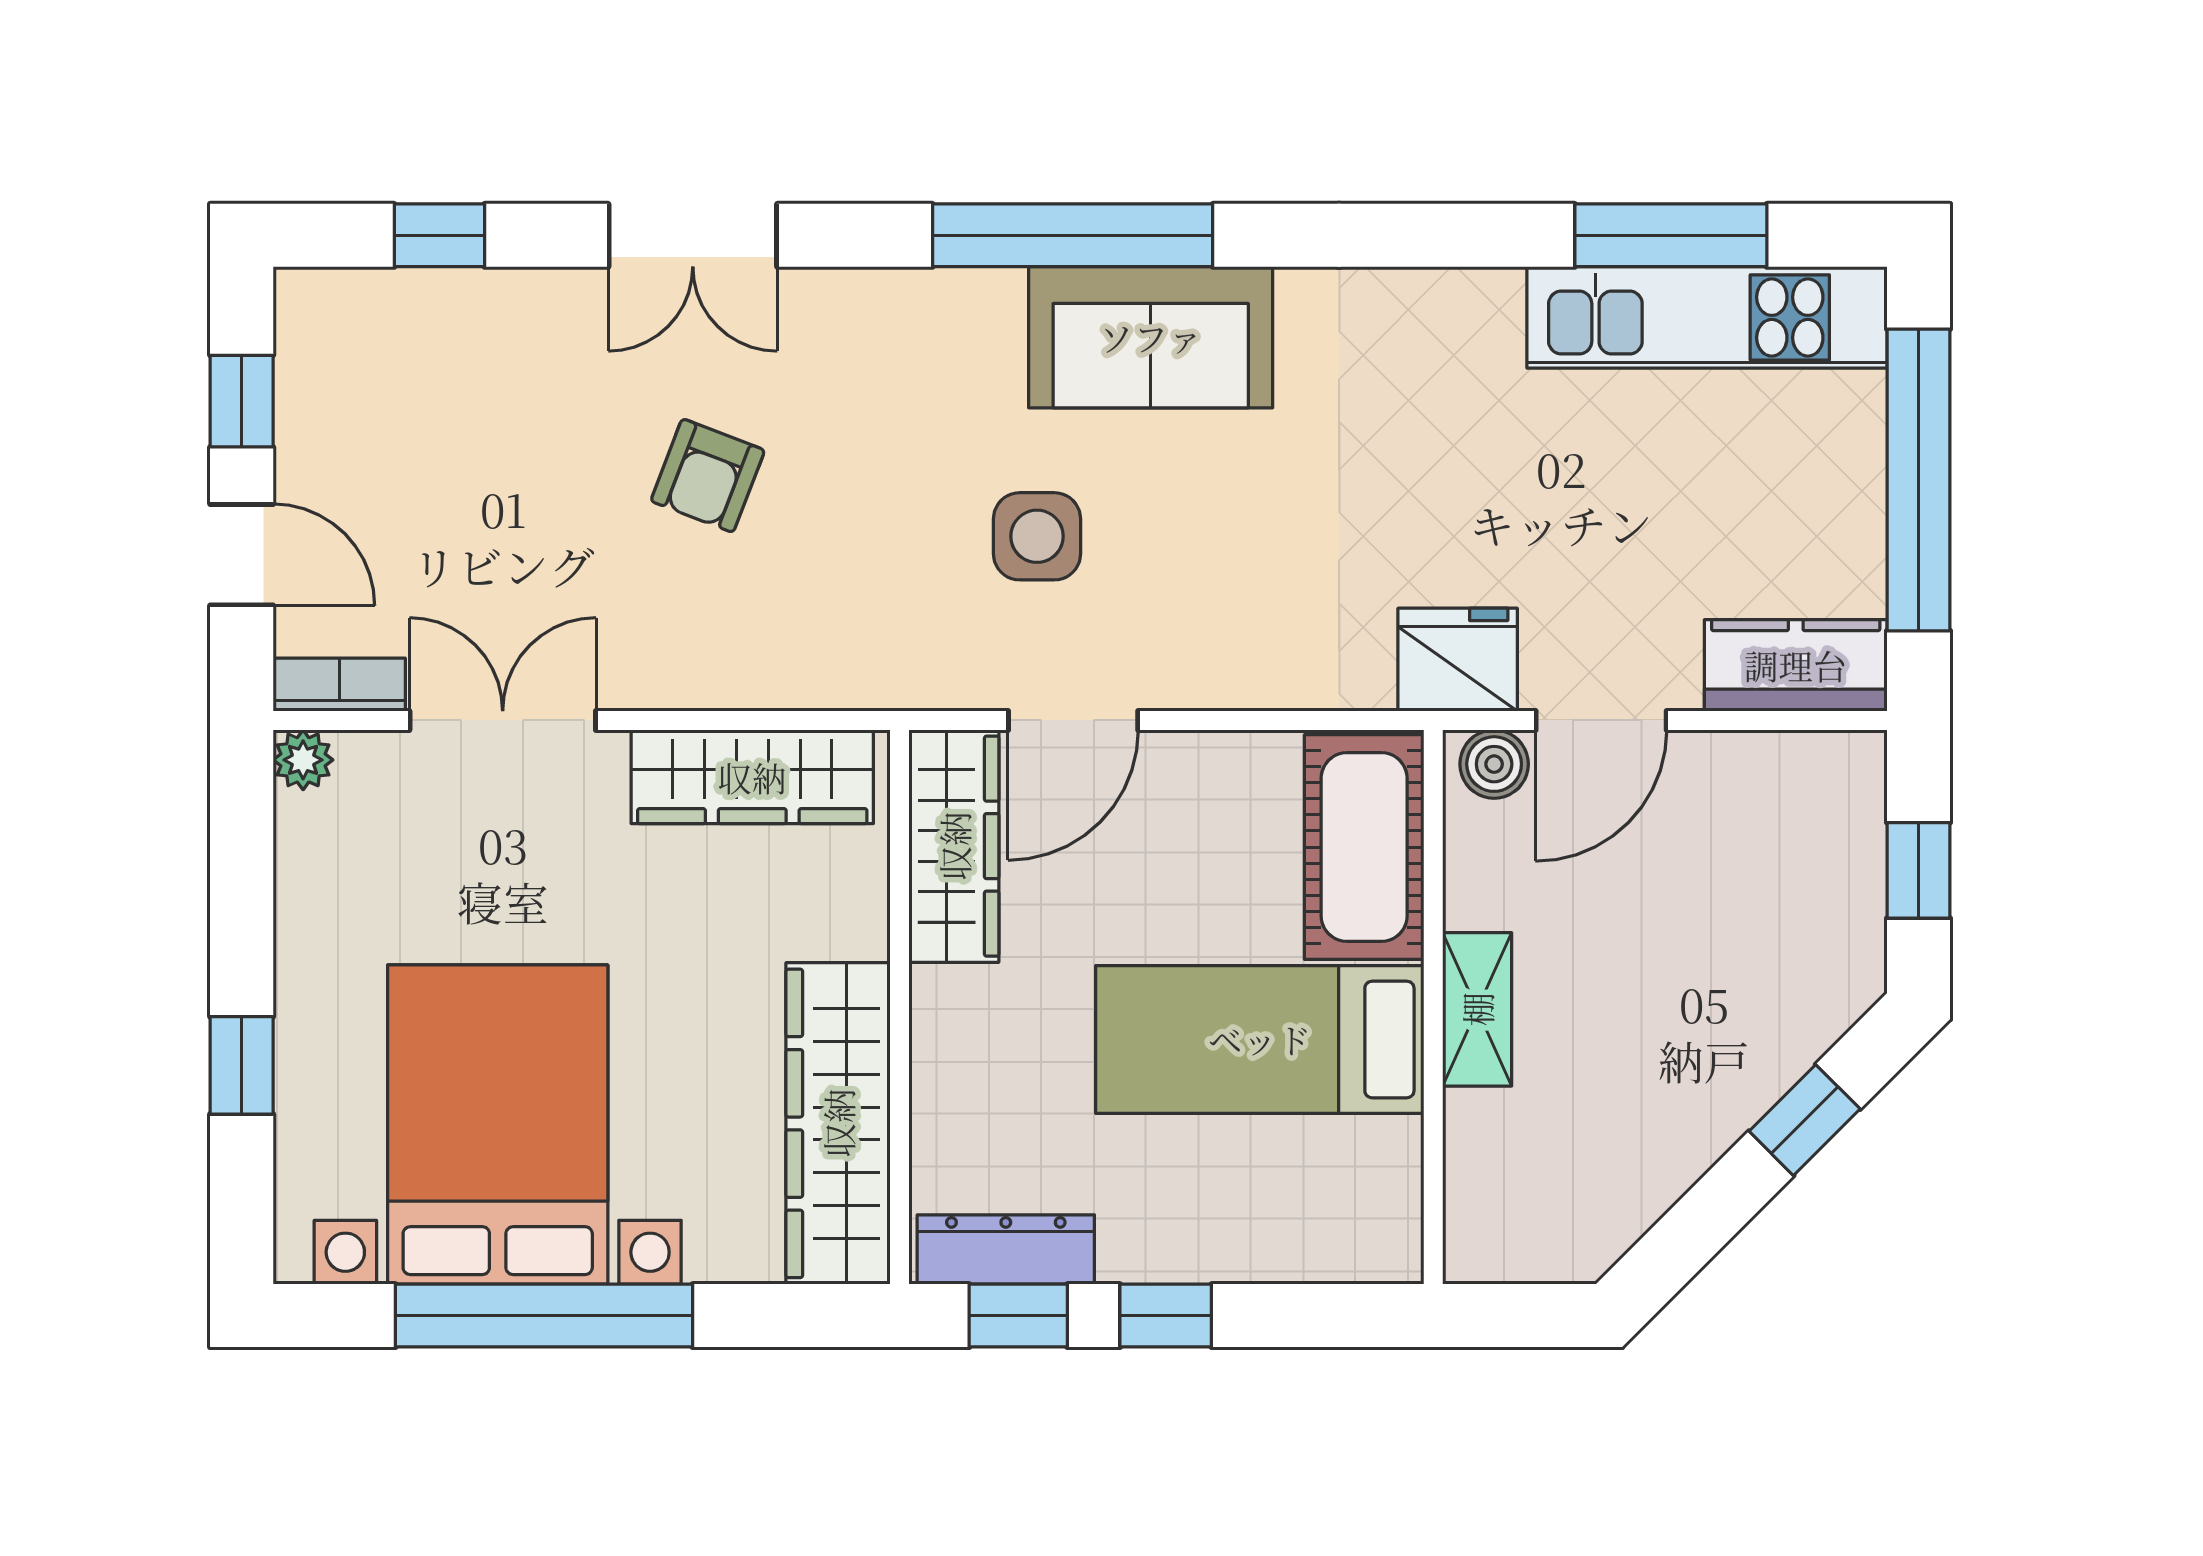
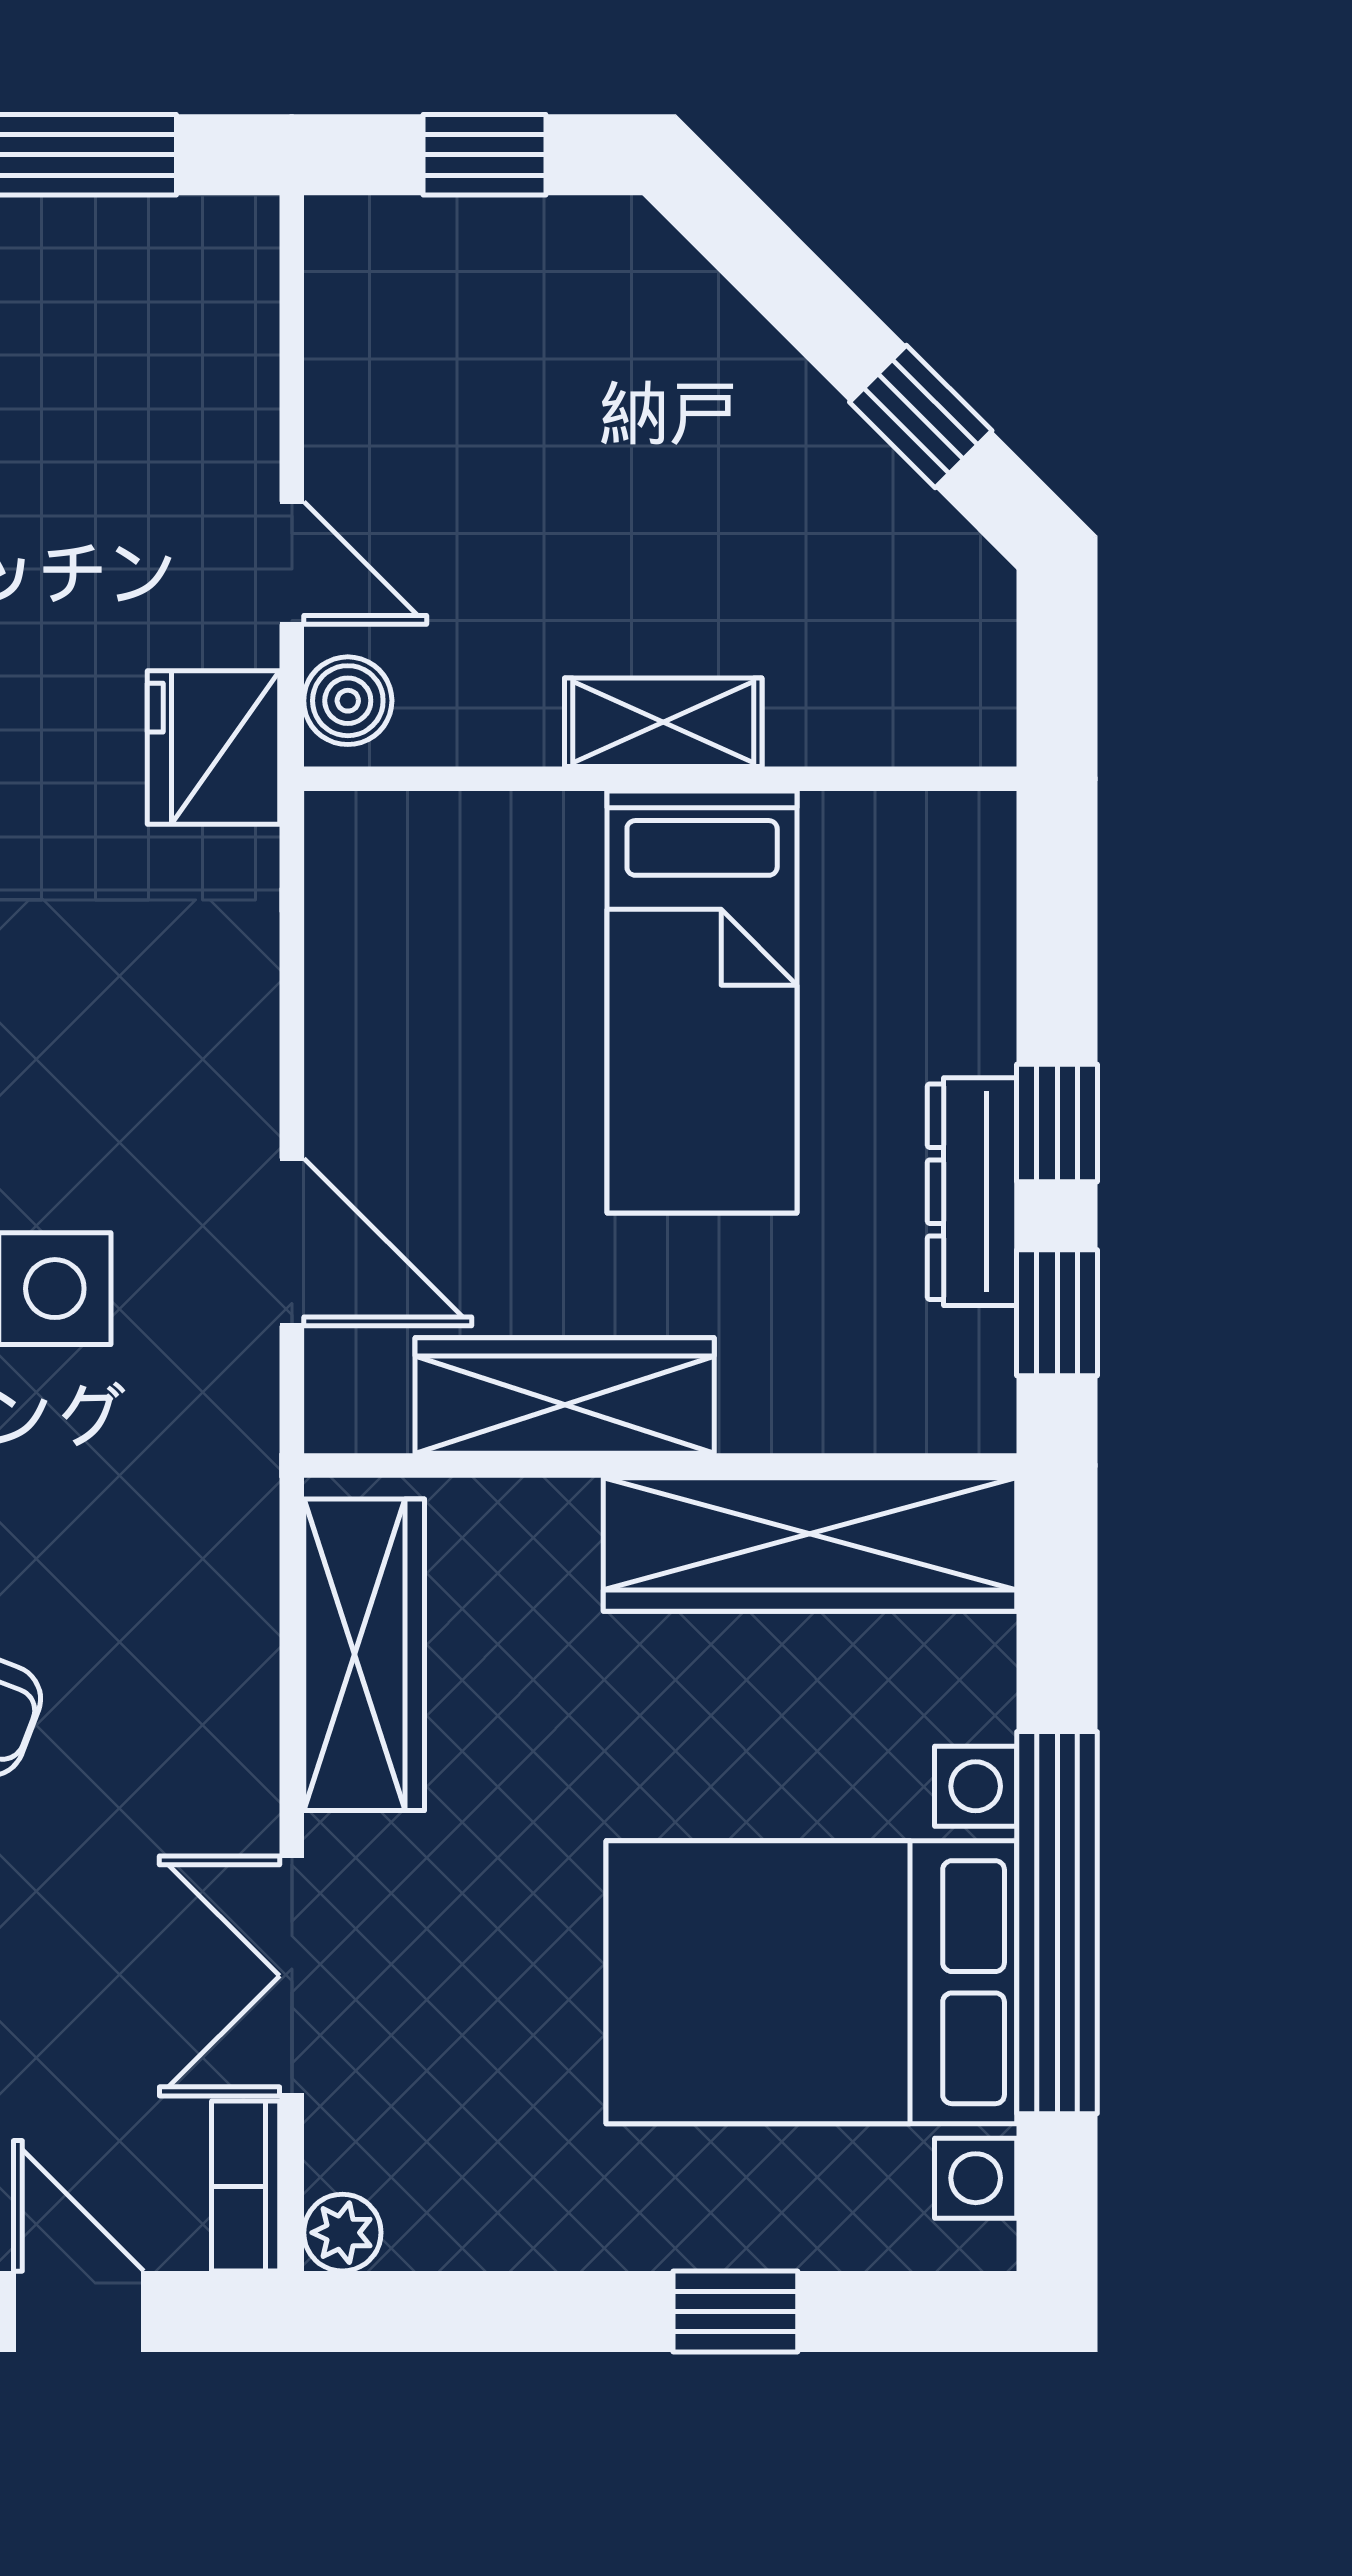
door: (242, 555) -> (79, 2312), hinge flipped
kitchen counter: (1796, 665) -> (221, 313), removed
door: (1601, 720) -> (292, 563), width x0.73
wardrobe: (954, 846) -> (565, 1396), moved
cot: (1364, 847) -> (454, 868), removed
window: (1805, 1120) -> (921, 416), moved
dresser: (1006, 1249) -> (972, 1192), moved

